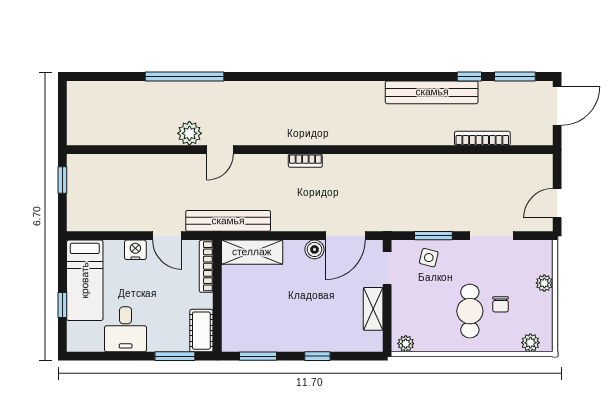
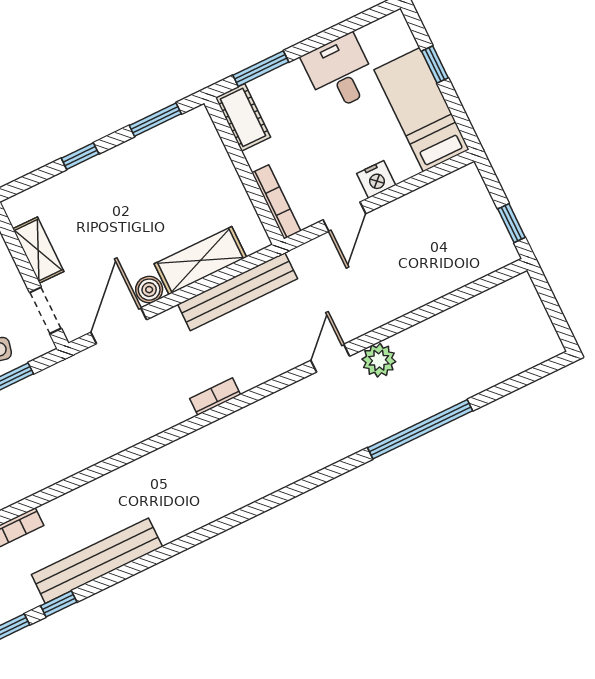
bench: (228, 221) -> (238, 292), moved
door: (167, 236) -> (344, 217), swing flipped
shelving: (252, 252) -> (200, 260), moved

